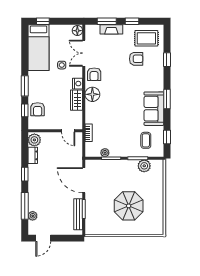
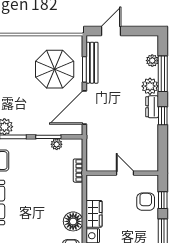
door: (68, 131) -> (125, 173), moved
plant: (34, 140) -> (150, 86), moved
dresser: (33, 155) -> (152, 107), moved
door: (84, 180) -> (84, 108), swing flipped
parasol: (129, 206) -> (55, 69), moved
door: (43, 238) -> (111, 31), moved

